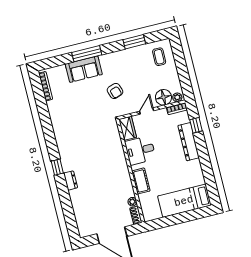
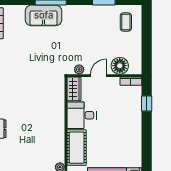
armchair: (115, 91) -> (71, 46), removed
plant: (177, 97) -> (79, 69), moved
dresser: (189, 142) -> (134, 119), removed
cot: (141, 181) -> (77, 148), width x1.37, depth x1.34

